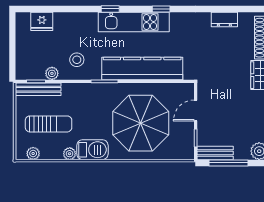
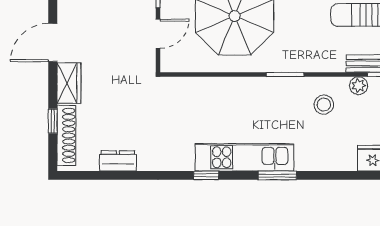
window: (110, 9) -> (277, 175), width x1.50
kitchen counter: (142, 68) -> (233, 92), removed

